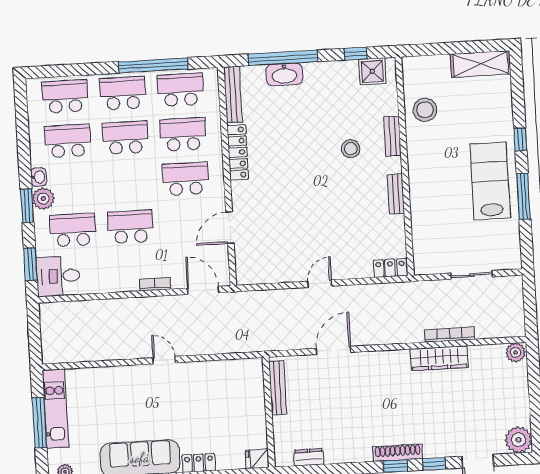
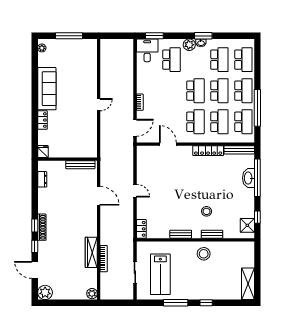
stool: (425, 110) -> (204, 254), moved
lab bench: (490, 181) -> (160, 274), moved, turned 90
window: (27, 206) -> (203, 36), moved
school desk: (130, 227) -> (195, 91), moved
kitchen unit: (55, 409) -> (76, 45), removed

